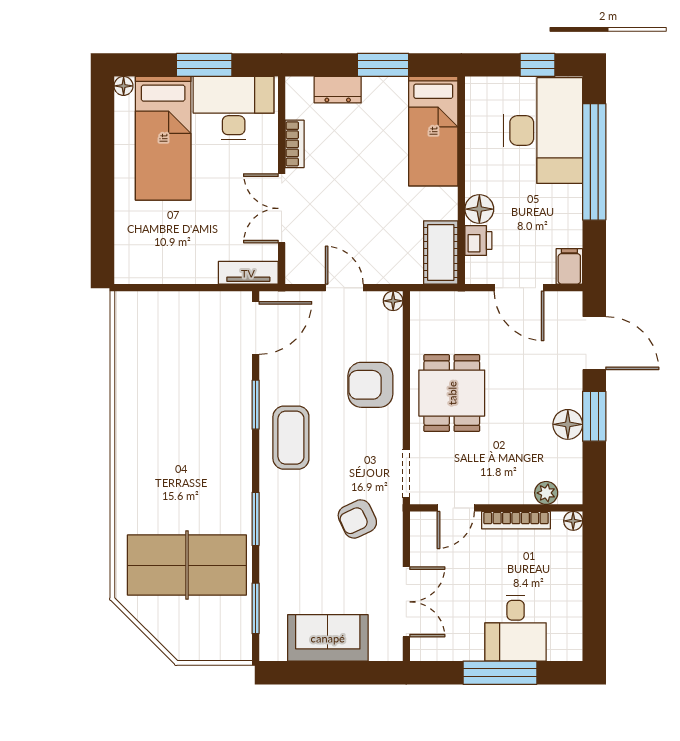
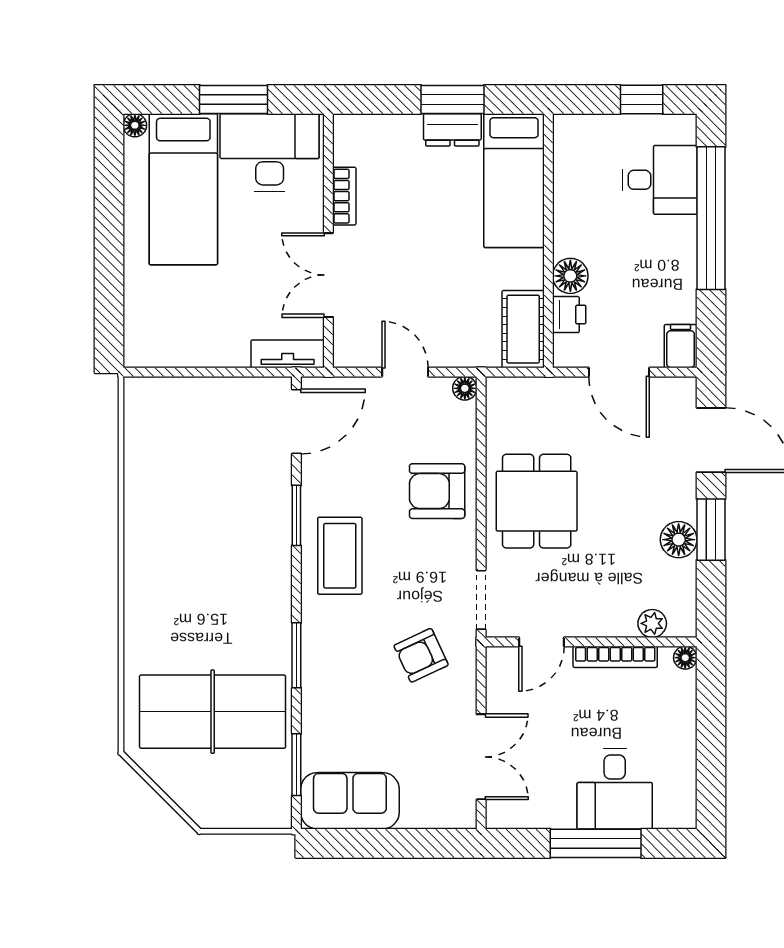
dresser: (338, 90) -> (452, 130), moved
desk: (543, 131) -> (660, 180), width x0.53, depth x0.77
sofa: (328, 638) -> (350, 801), moved

